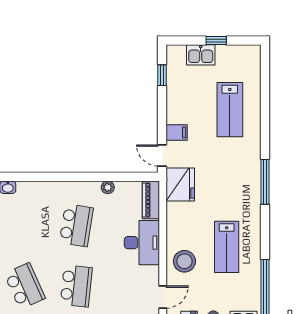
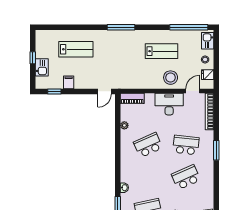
filing cabinet: (177, 132) -> (69, 82), moved
fridge: (180, 184) -> (123, 80), removed
school desk: (76, 225) -> (148, 145), turned -33
desk: (142, 243) -> (169, 104), moved
door: (163, 297) -> (193, 91), hinge flipped

